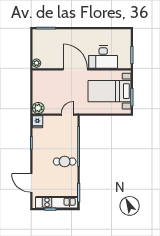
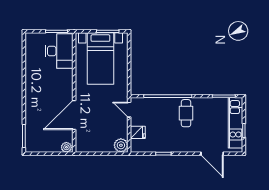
desk: (103, 57) -> (59, 51), moved
door: (75, 69) -> (74, 115), moved
fridge: (37, 122) -> (138, 132), moved
door: (31, 183) -> (212, 154), hinge flipped

